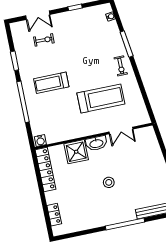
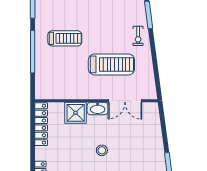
treadmill: (51, 83) -> (65, 38), turned 180
double door: (121, 130) -> (125, 101), width x1.37
water cooler: (40, 141) -> (42, 94), removed

